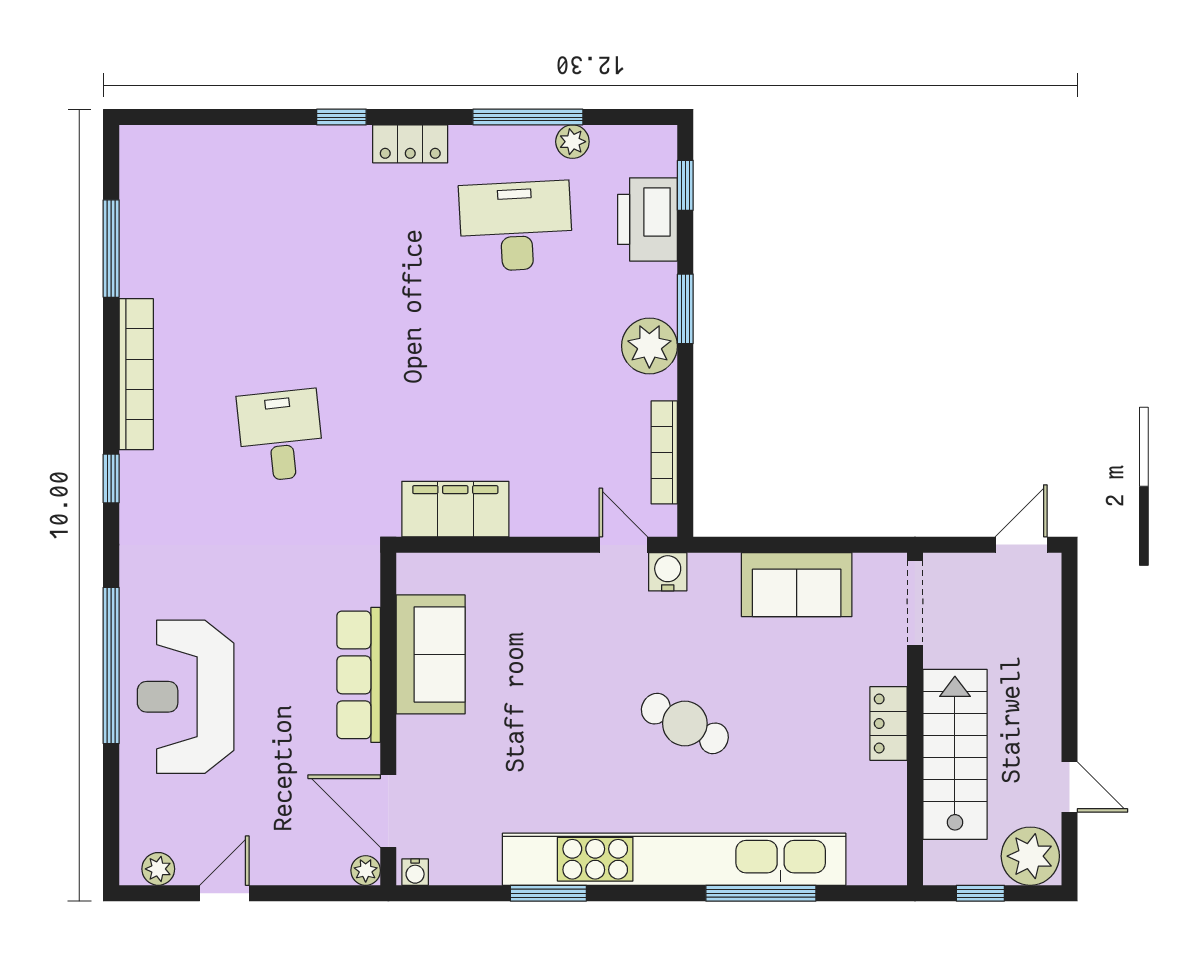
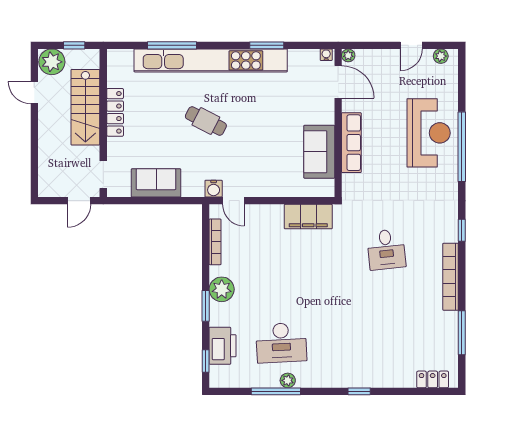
plant: (572, 142) -> (288, 380), moved
locker: (410, 144) -> (433, 379), moved
door: (1021, 545) -> (79, 201), moved
doorway: (915, 603) -> (103, 175), width x0.73
locker: (888, 723) -> (115, 112), width x1.53

